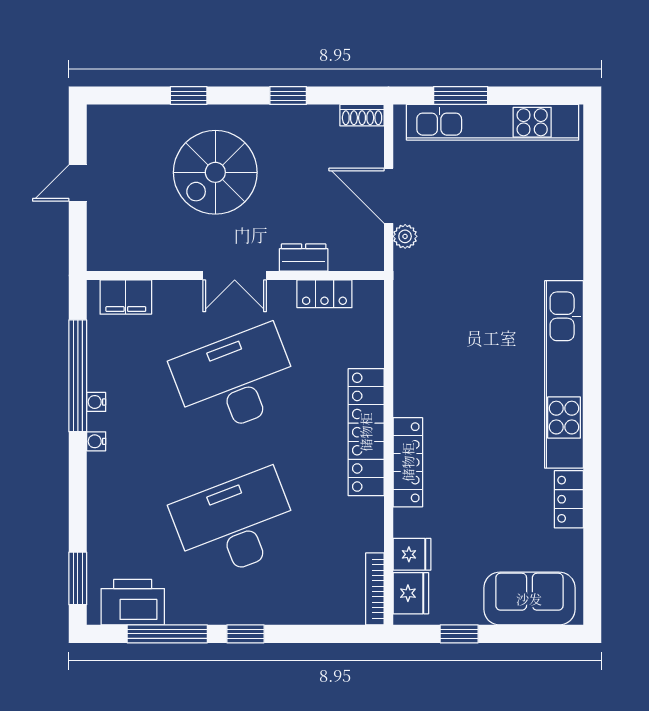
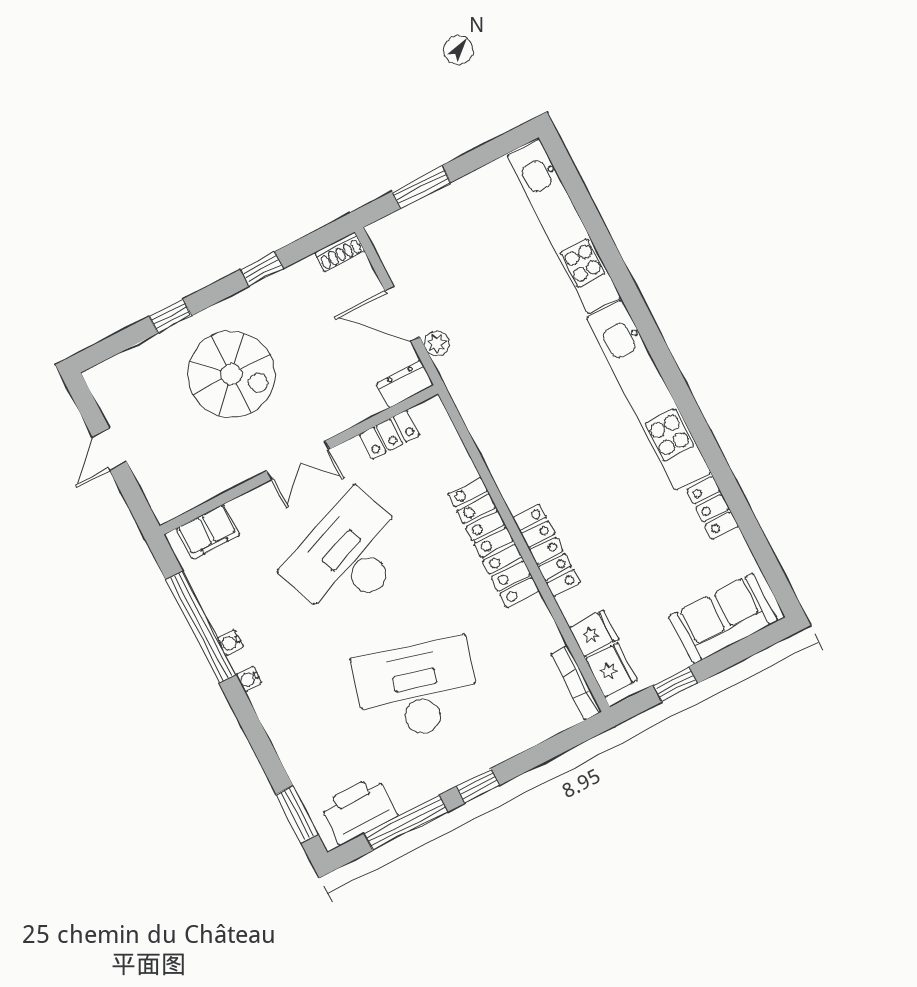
kitchen unit: (493, 122) -> (564, 226), moved, turned 90
spiral stairs: (215, 172) -> (231, 374), turned -90
dresser: (304, 257) -> (405, 384), moved
desk: (235, 524) -> (417, 689), turned 36

